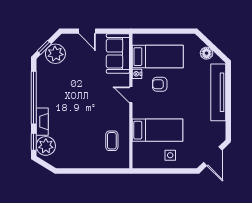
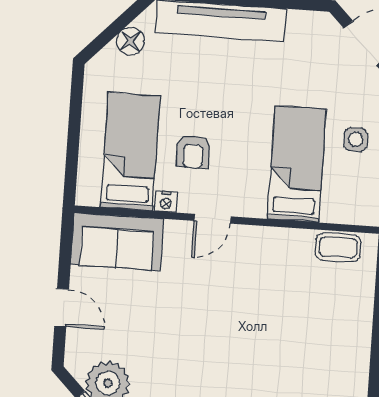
door: (87, 31) -> (62, 308), hinge flipped
coffee table: (112, 141) -> (338, 247), moved

